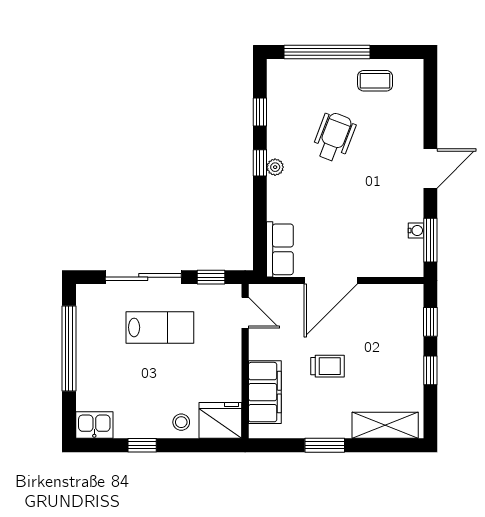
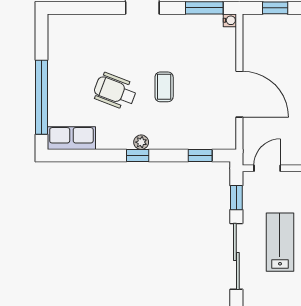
coffee table: (375, 81) -> (164, 87), moved
window: (260, 112) -> (200, 155), moved
water cooler: (416, 231) -> (230, 20), moved, turned 90
row of seats: (280, 249) -> (71, 138), moved

